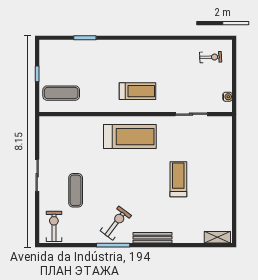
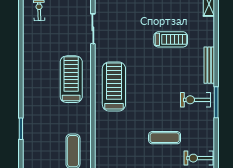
treadmill: (138, 91) -> (71, 79), width x1.37, depth x1.38
treadmill: (178, 179) -> (171, 39), moved, turned 180
exercise bike: (116, 223) -> (196, 100), turned -37

